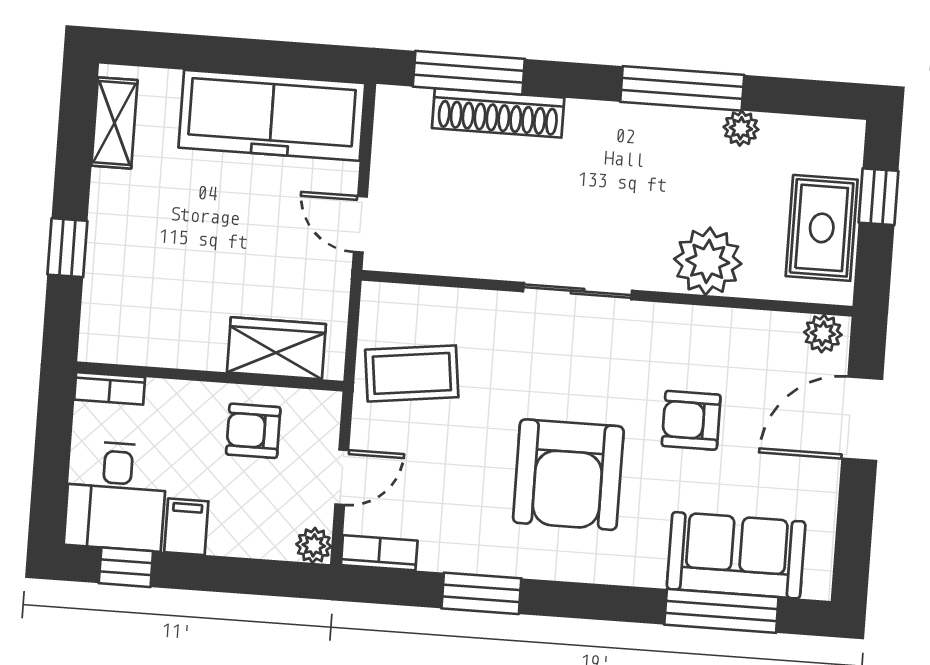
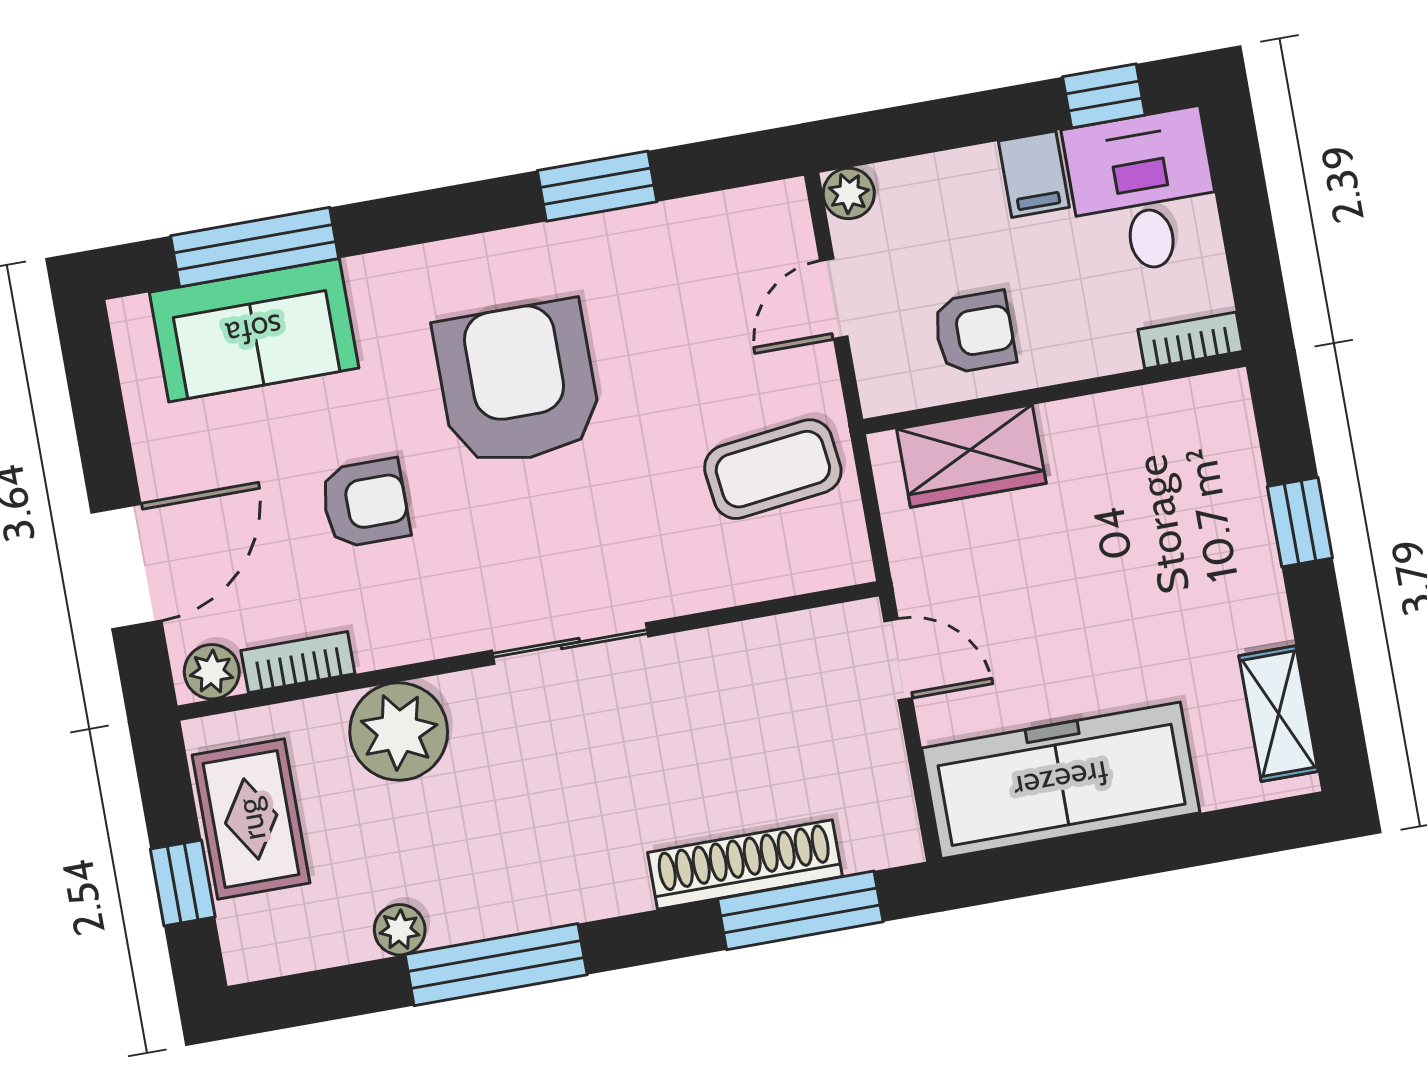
bookcase: (379, 553) -> (298, 662), moved, turned 180

